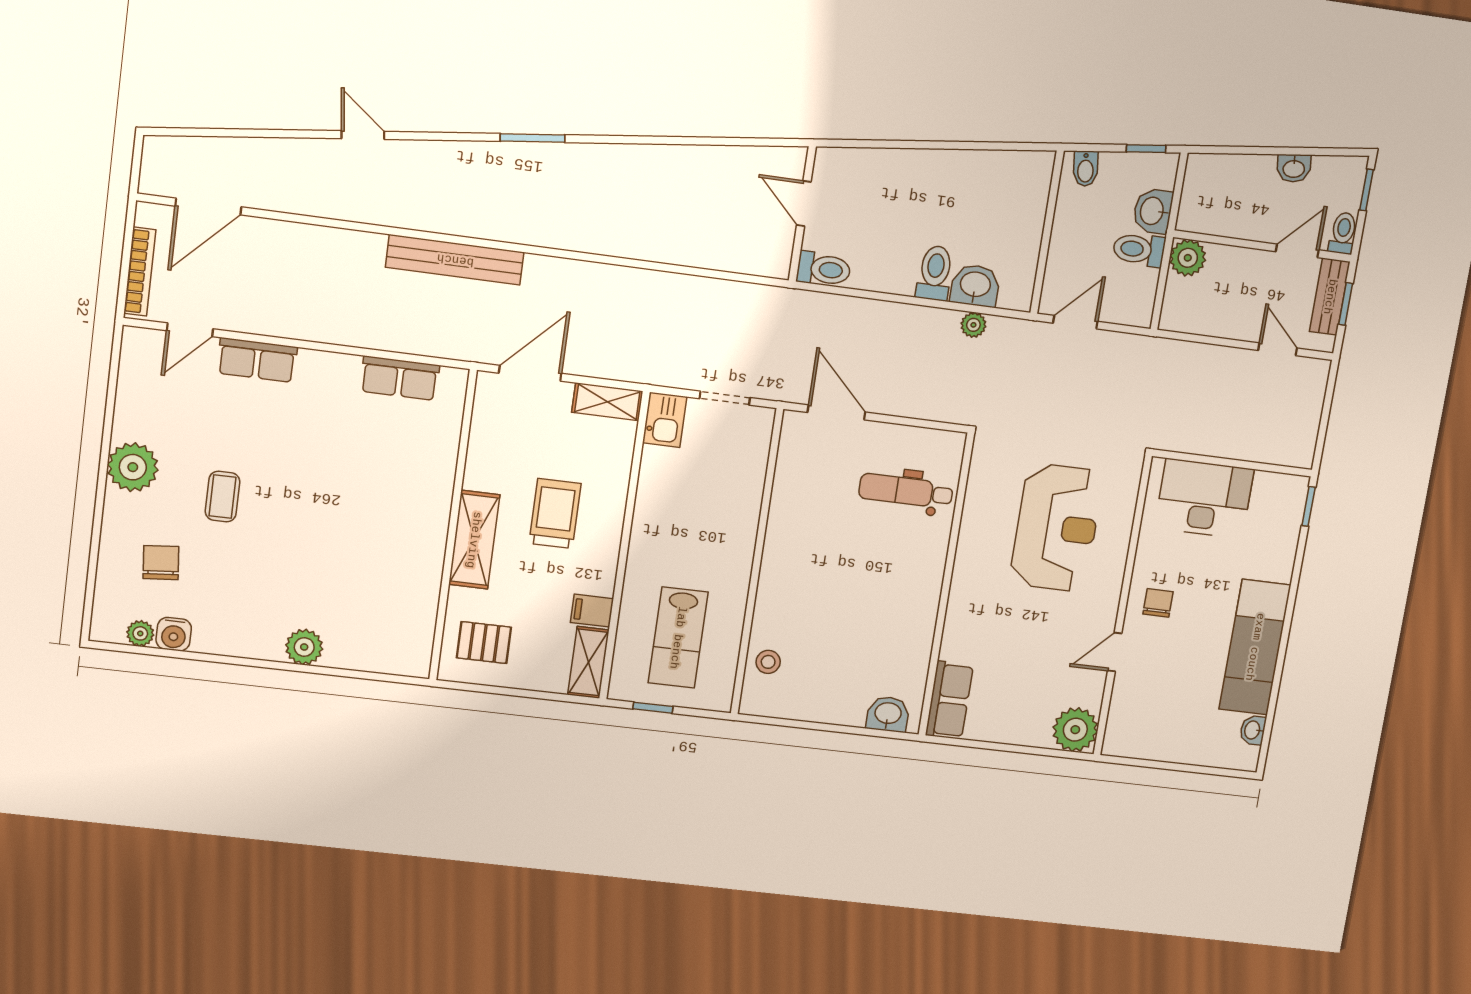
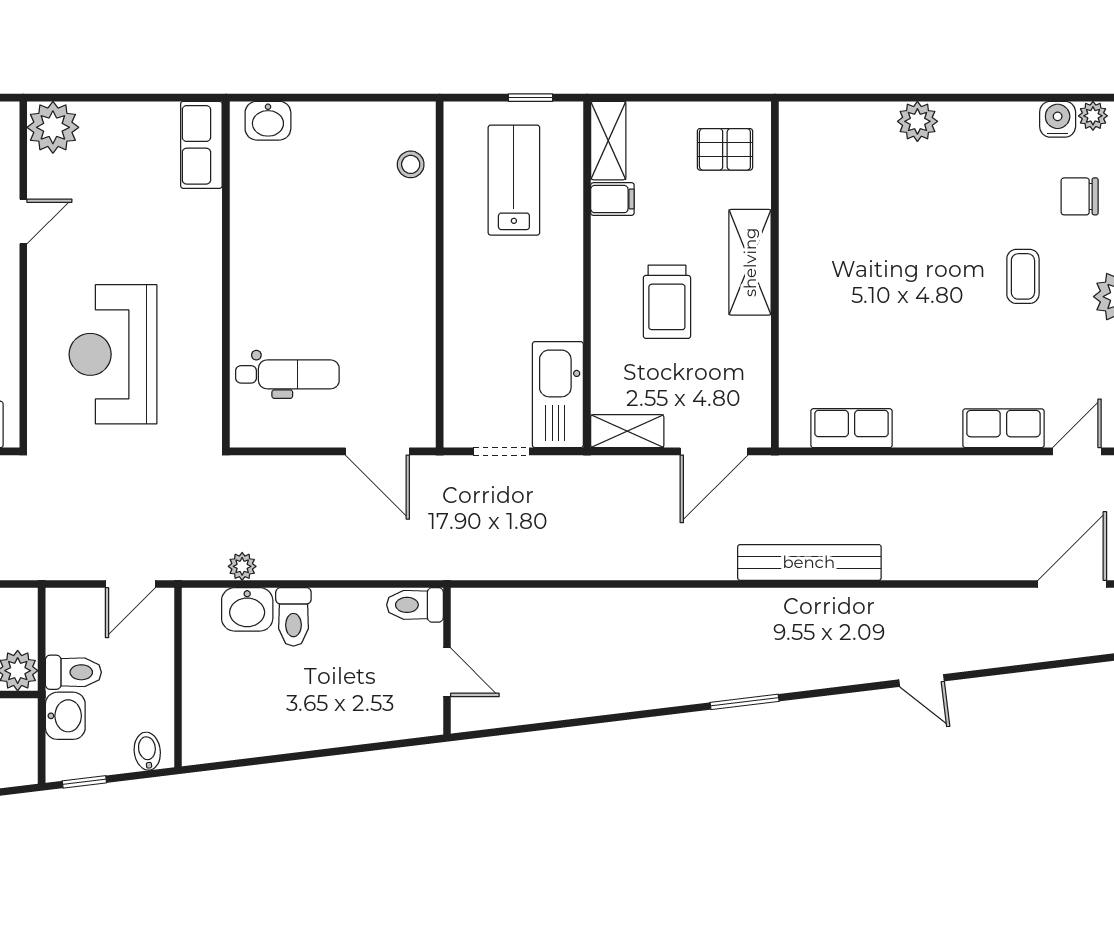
kitchen sink: (665, 420) -> (558, 395), width x1.87, depth x1.24
chair: (161, 563) -> (1080, 196), turned 95

